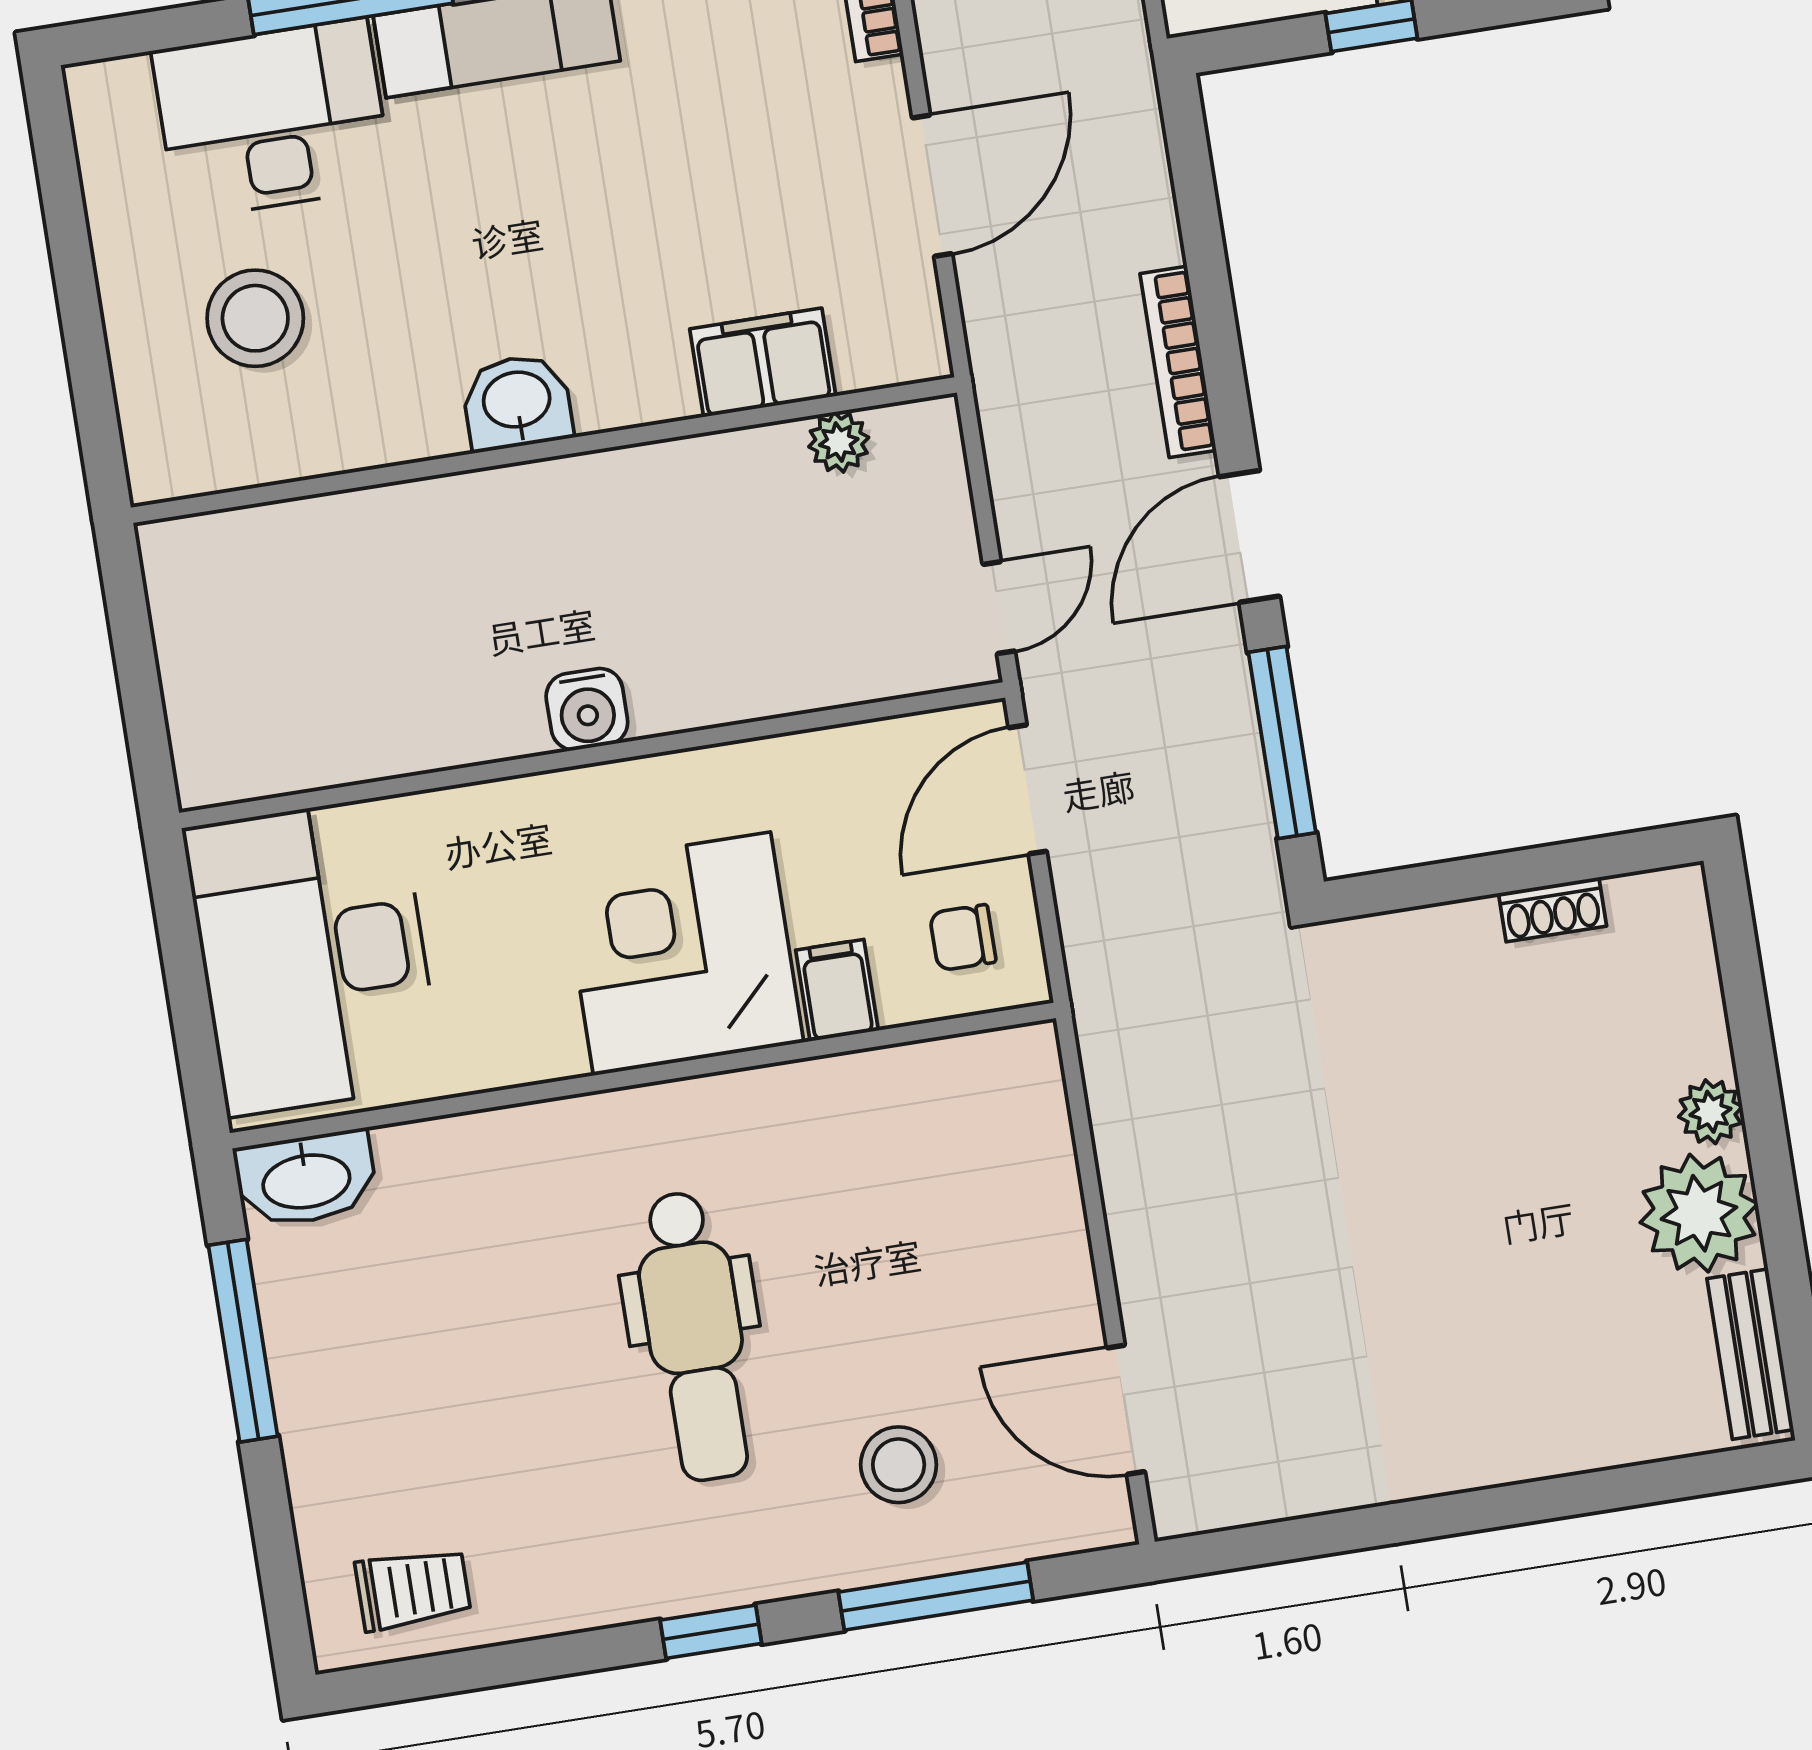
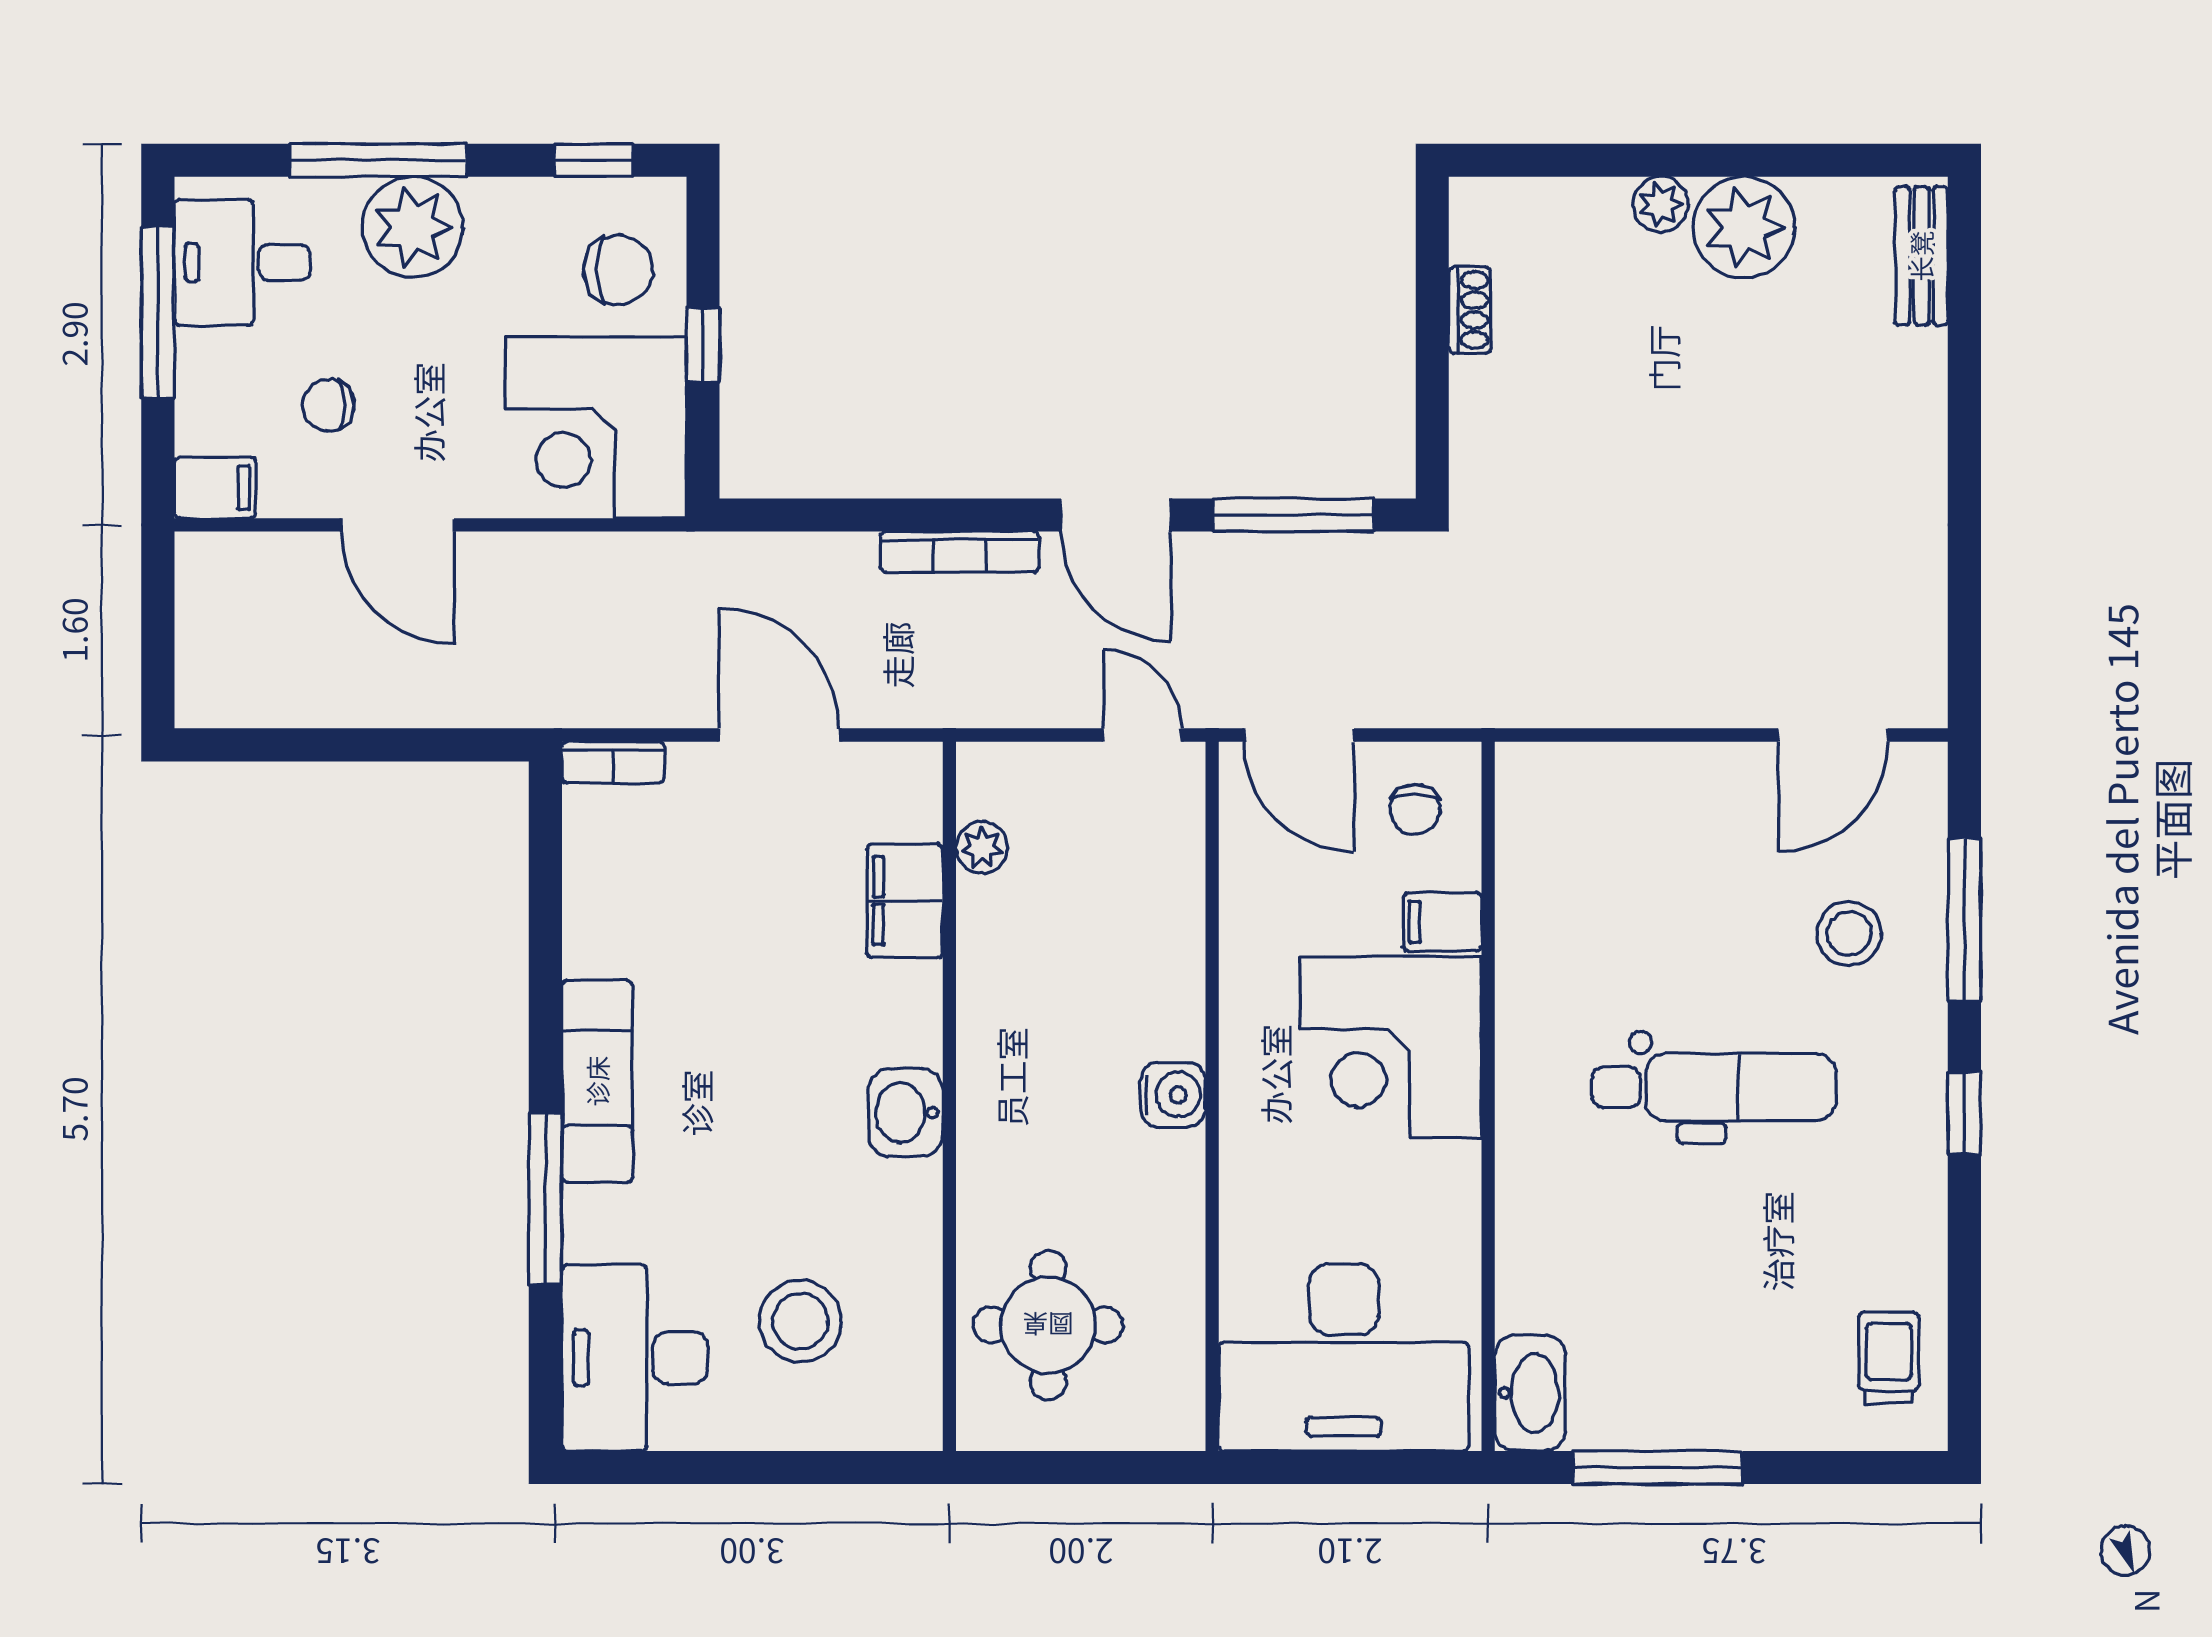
desk: (272, 119) -> (635, 1358), moved
round table: (296, 607) -> (1048, 1325), added
bench: (1750, 1354) -> (1921, 256), moved, turned 90

